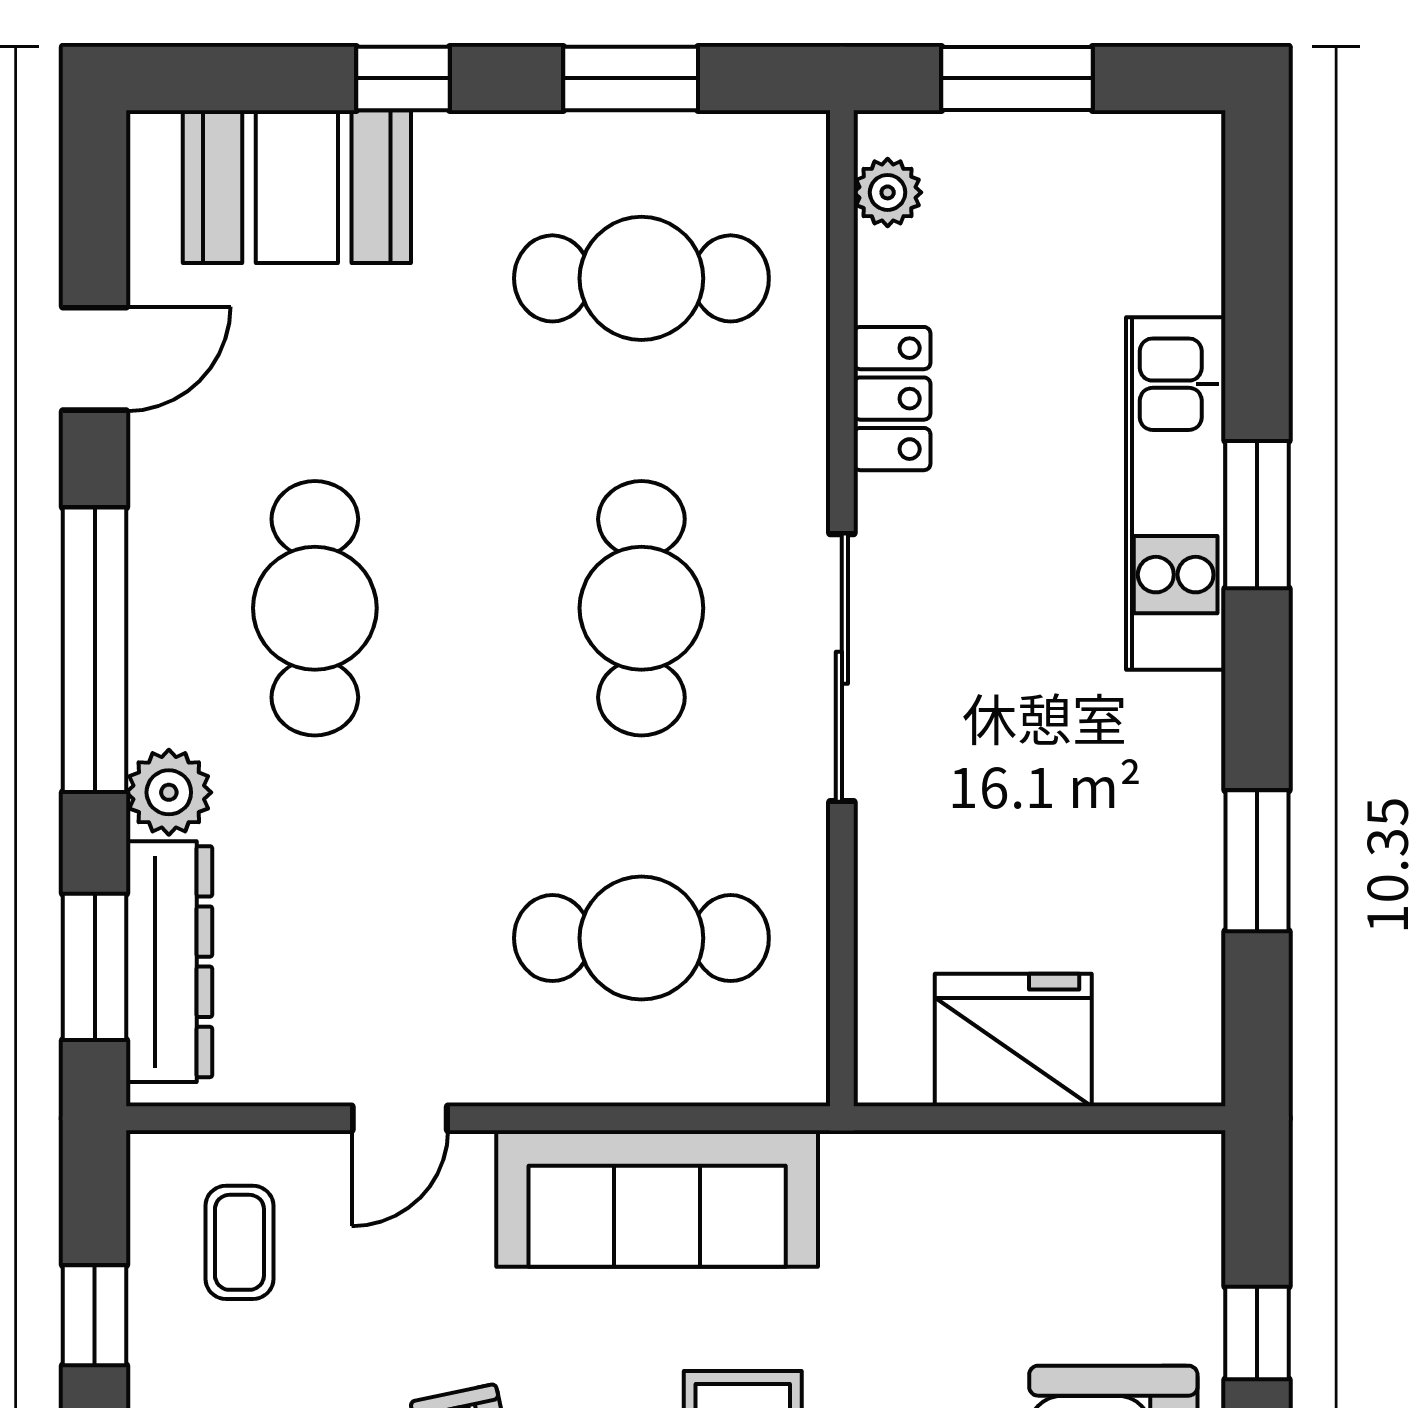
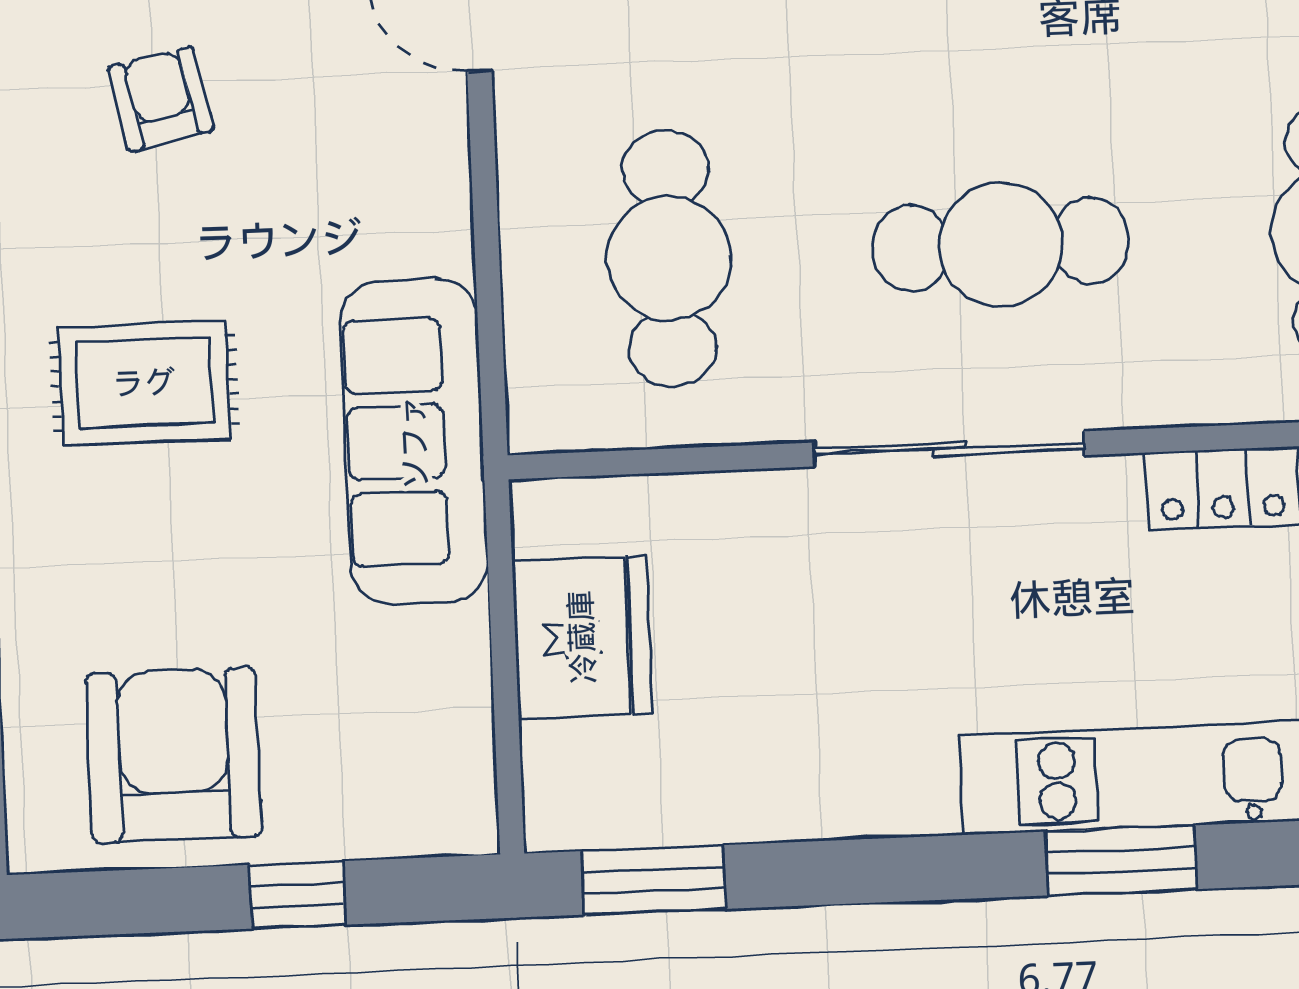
window: (1257, 861) -> (654, 880), moved
sofa: (657, 1198) -> (414, 442), moved

